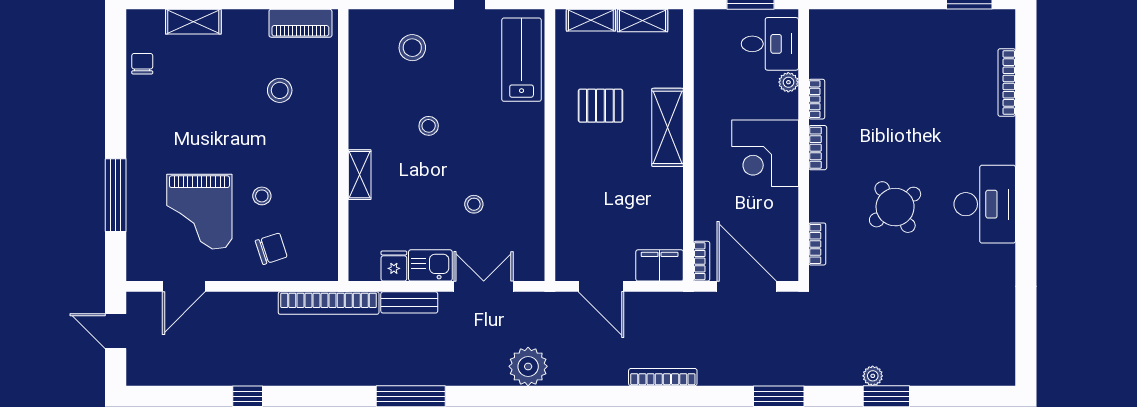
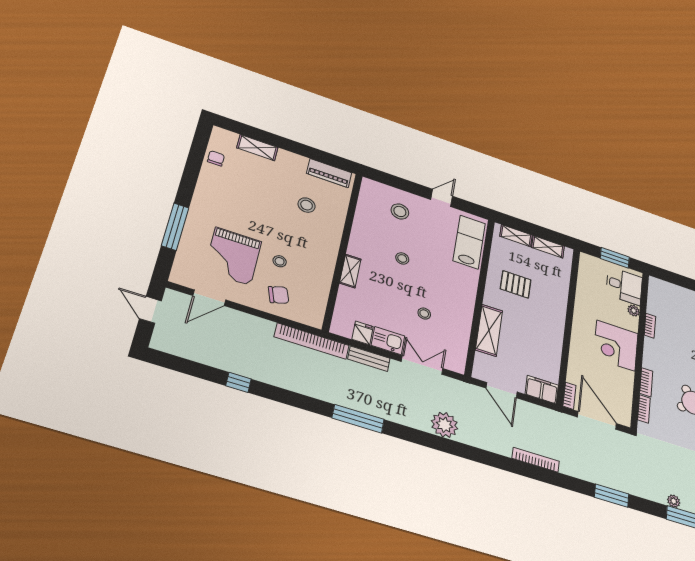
shelving: (668, 127) -> (489, 330), moved
bookcase: (818, 148) -> (646, 382), moved

